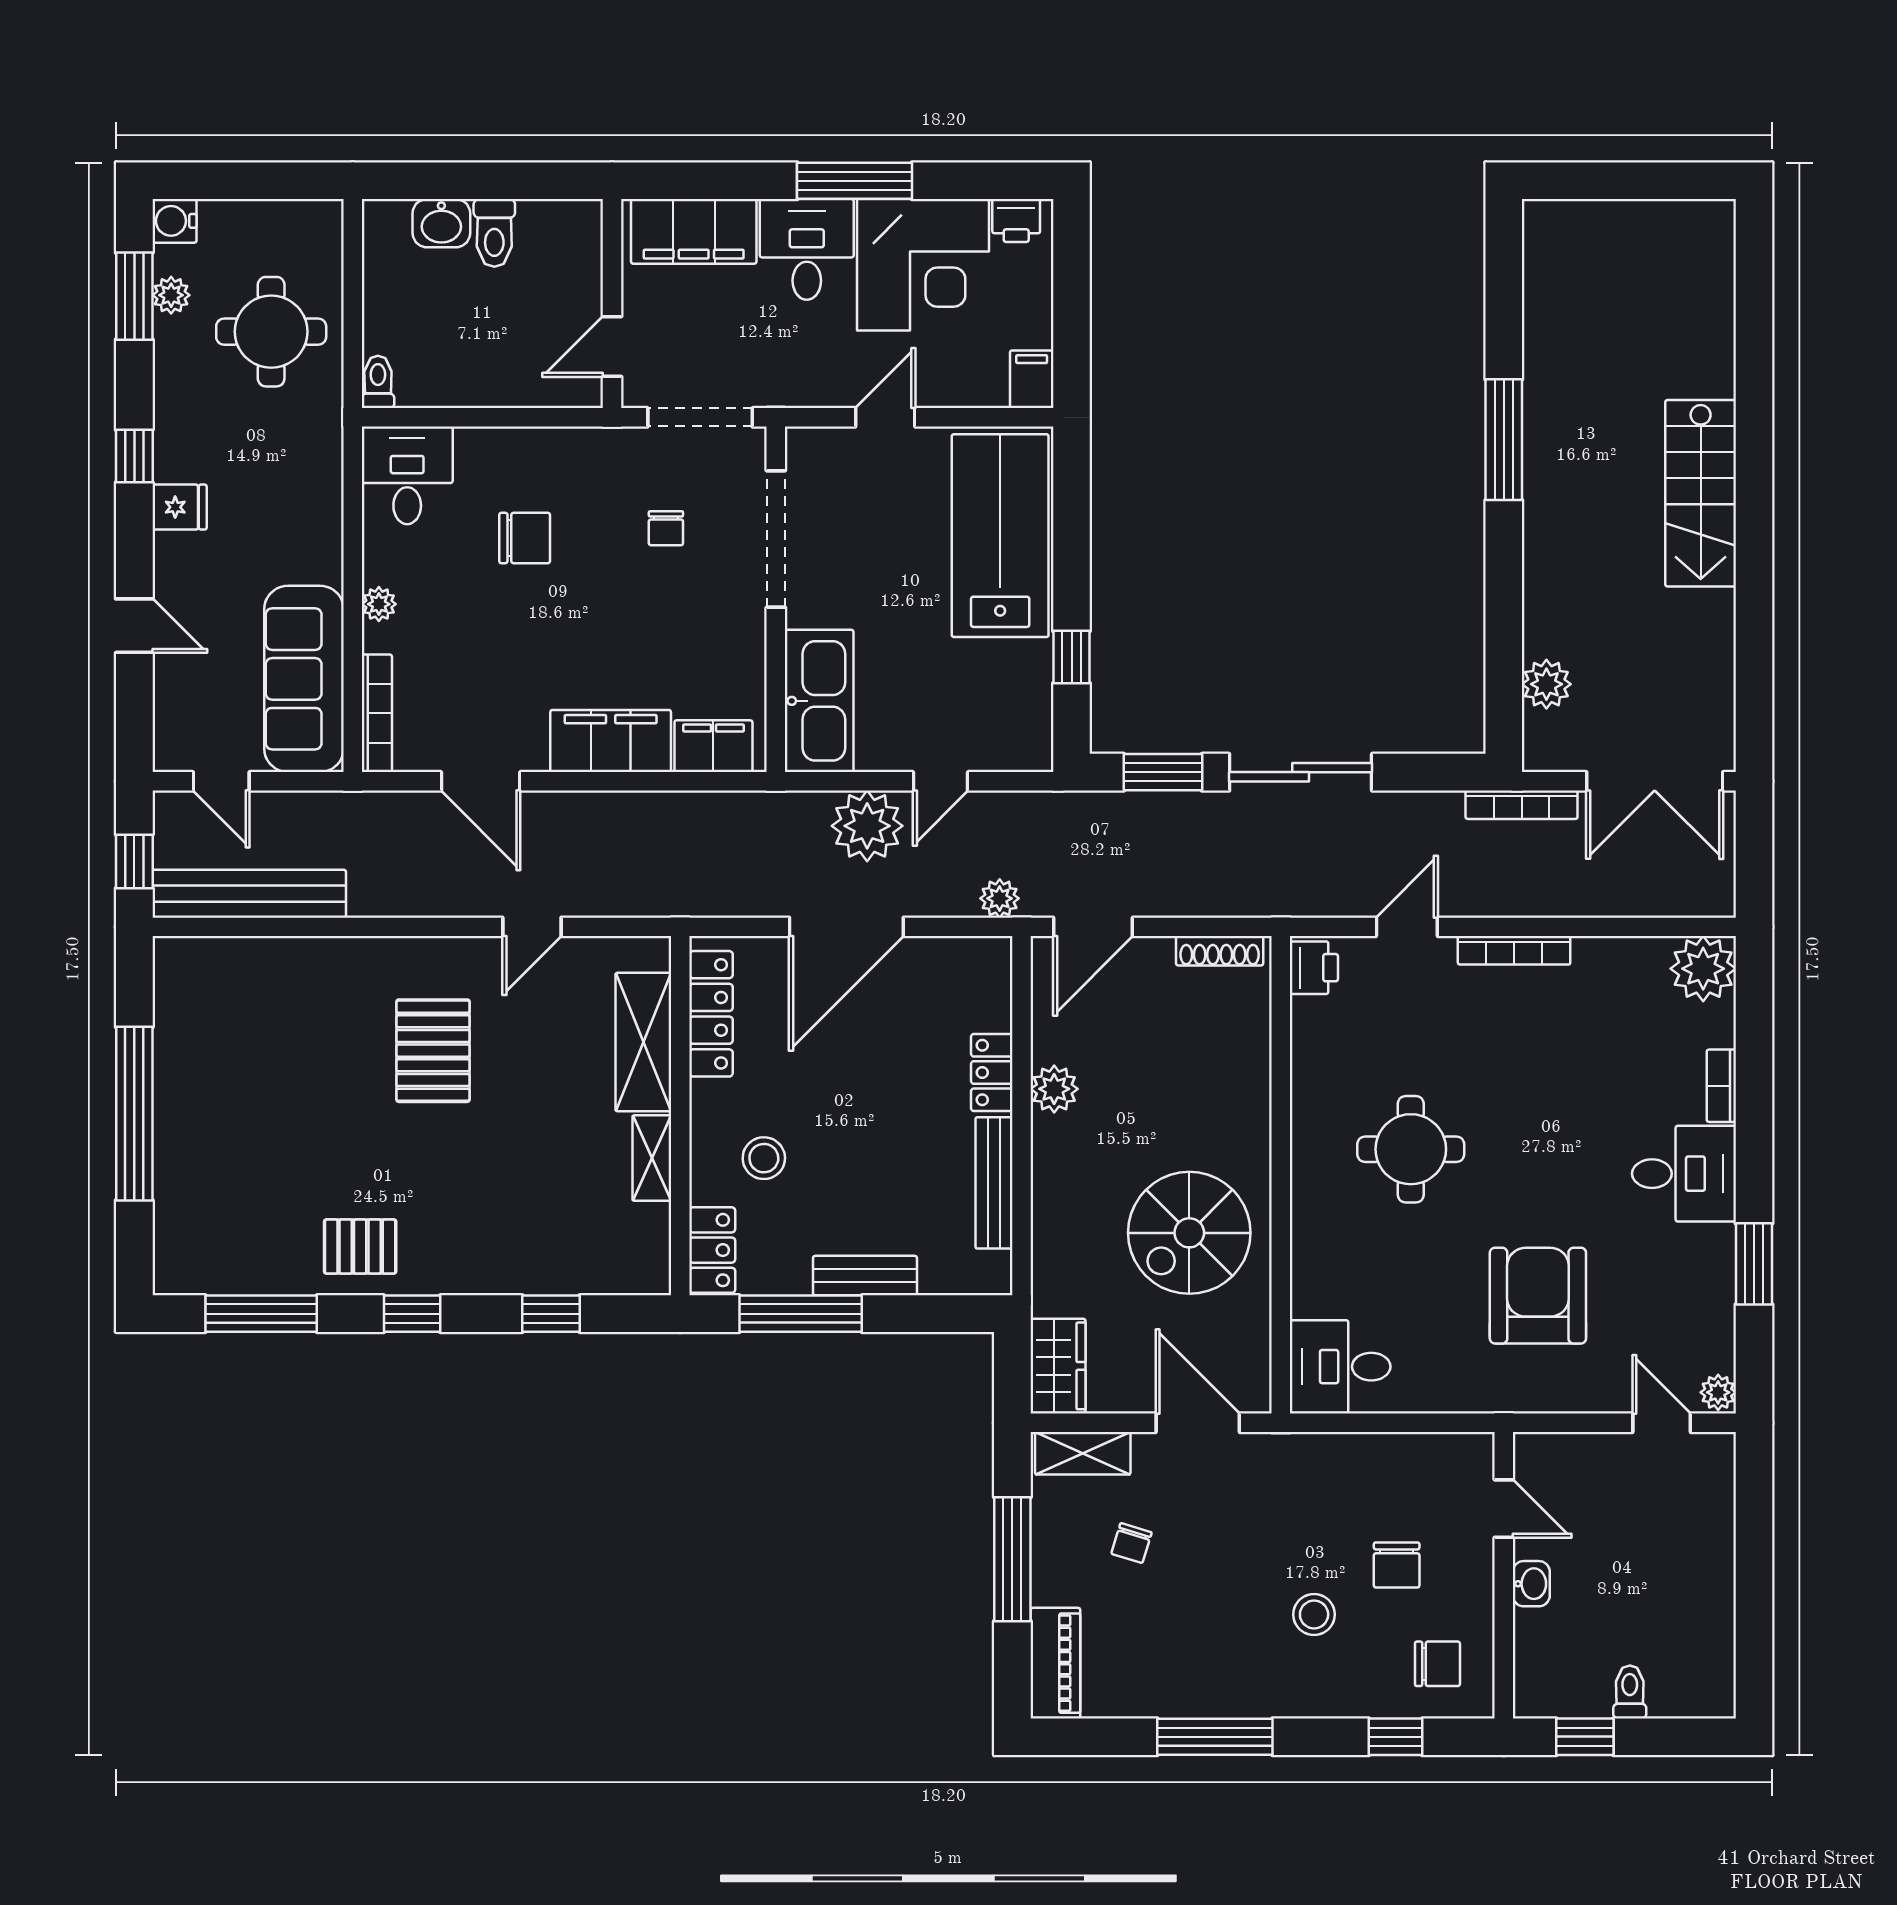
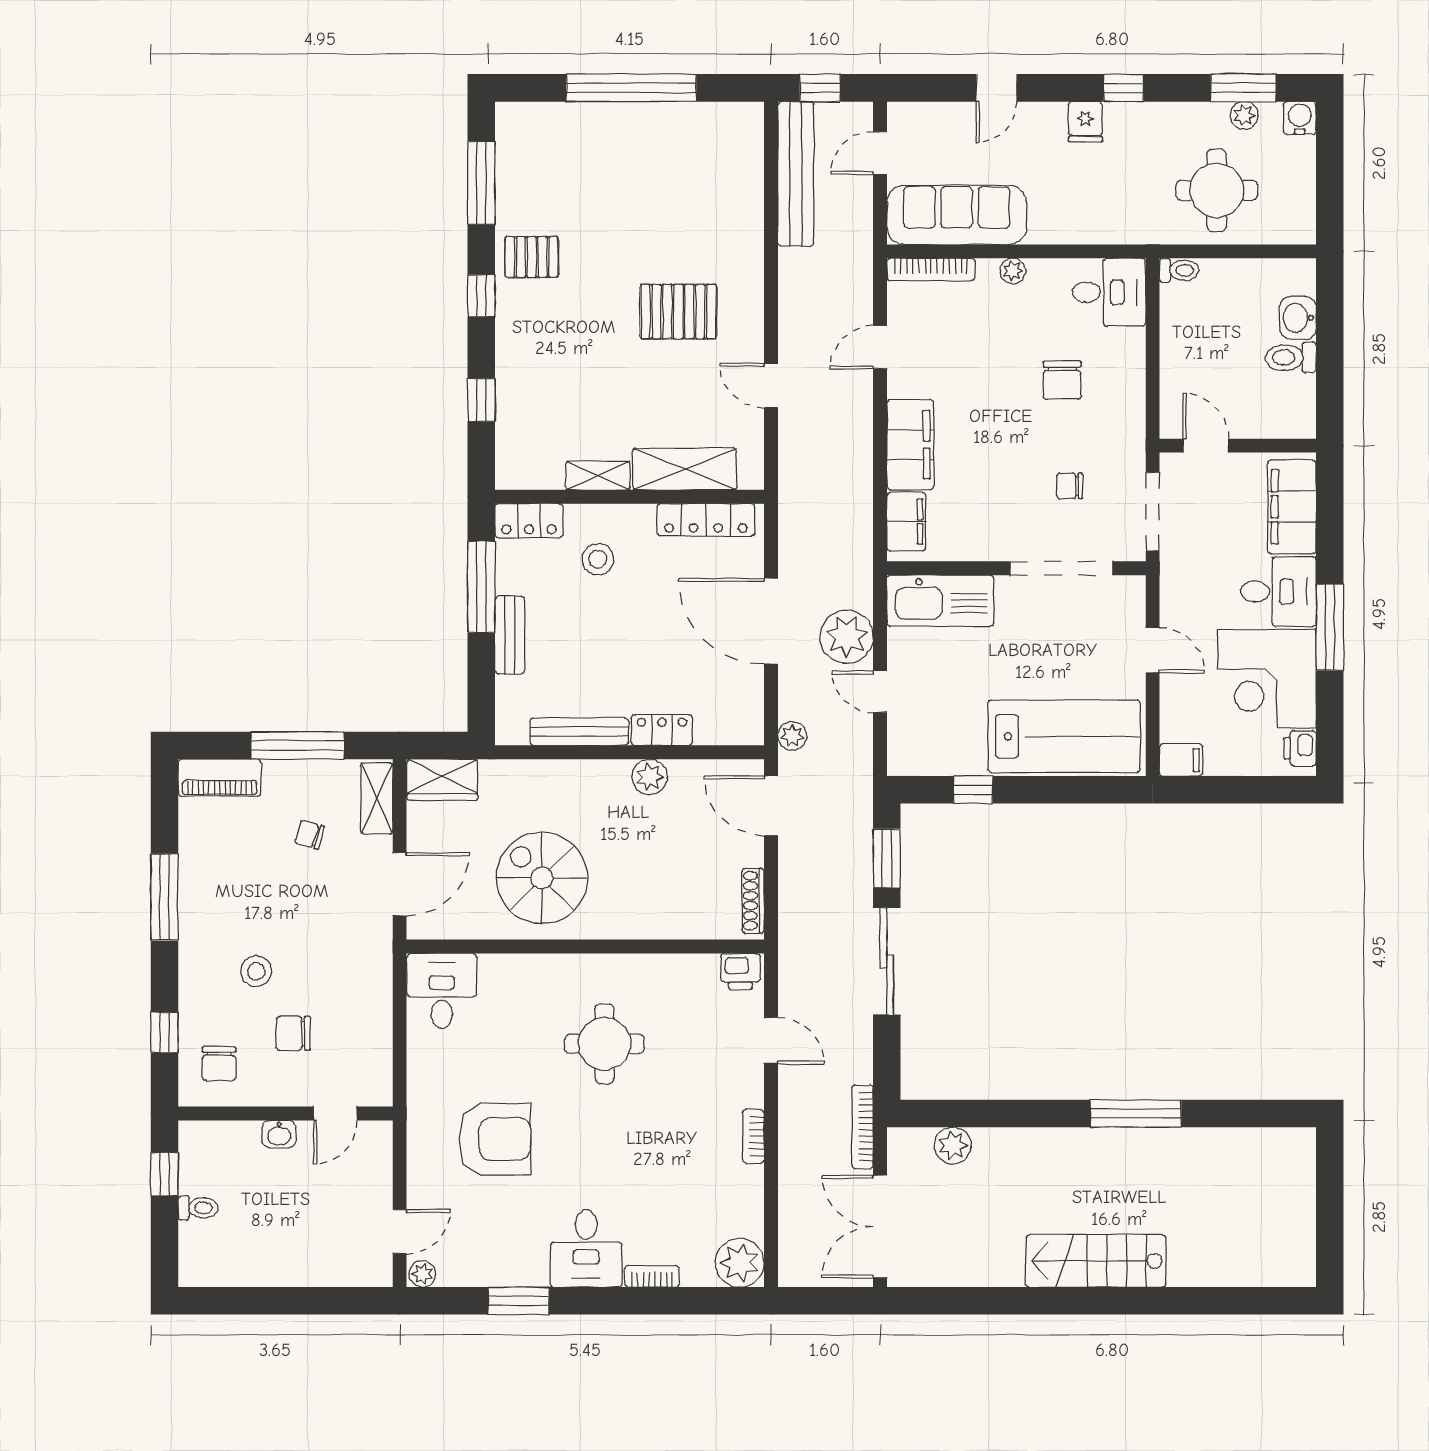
door: (481, 781) -> (880, 347), width x0.73
bookcase: (1514, 950) -> (753, 1136), width x0.64
pallet: (360, 1247) -> (532, 257), turned 90

